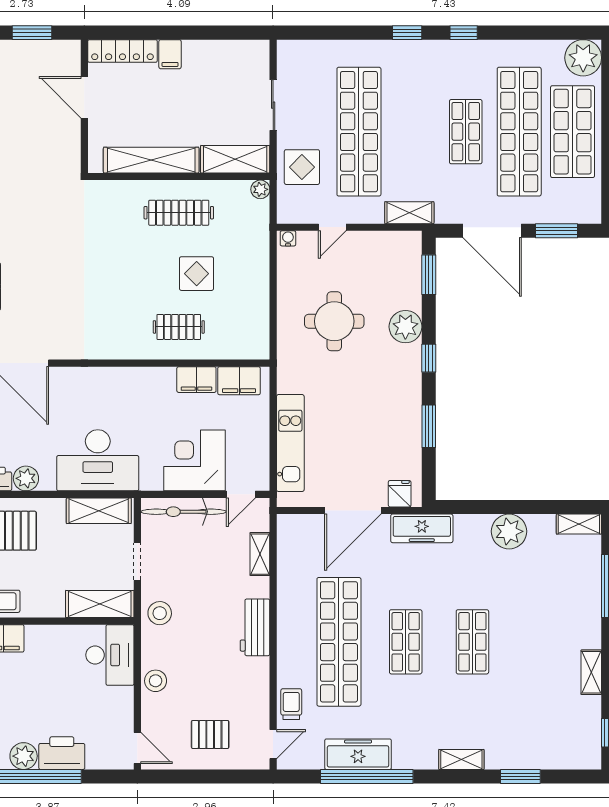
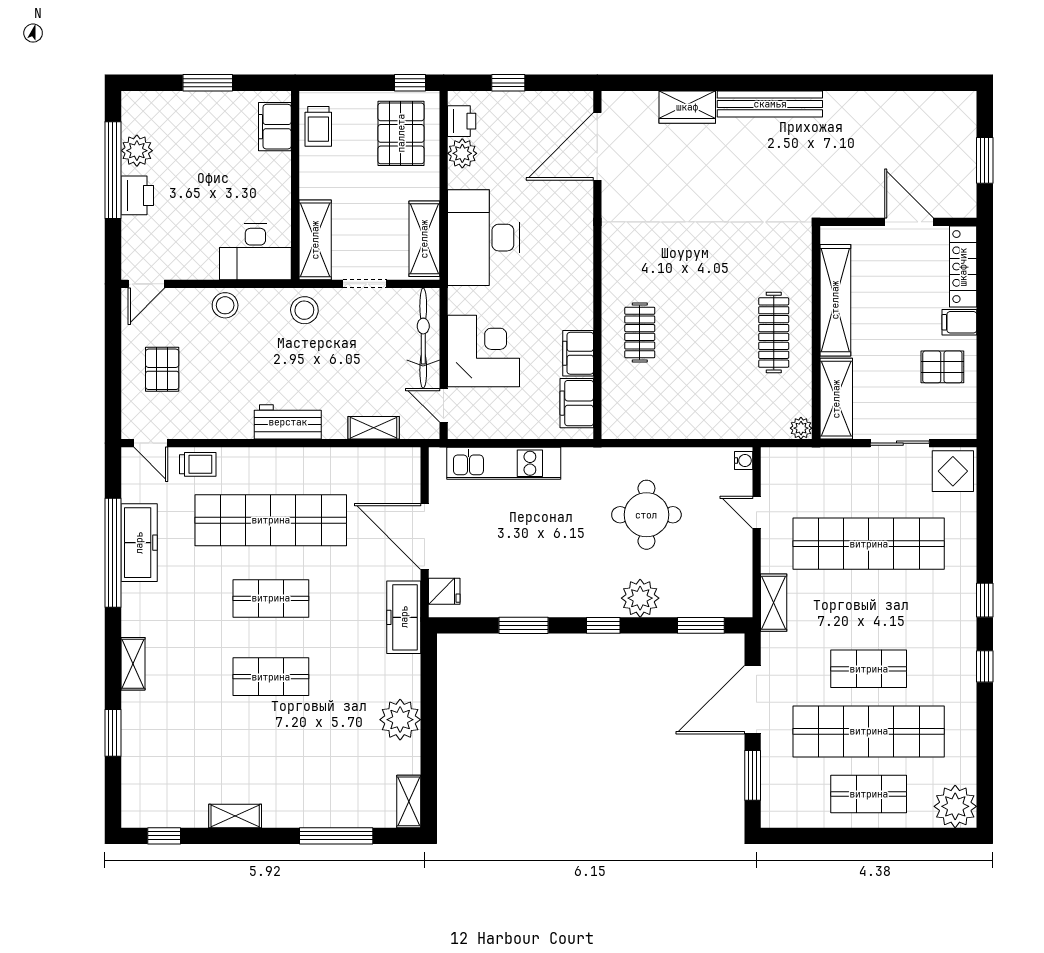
pallet: (208, 69) -> (942, 367), added
door: (84, 97) -> (909, 222), hinge flipped
shop shelf: (573, 132) -> (869, 794), width x0.70, depth x0.74
display table: (302, 167) -> (953, 471), moved
display table: (197, 274) -> (702, 353), removed
printer: (62, 753) -> (137, 195), width x0.73, depth x0.84

